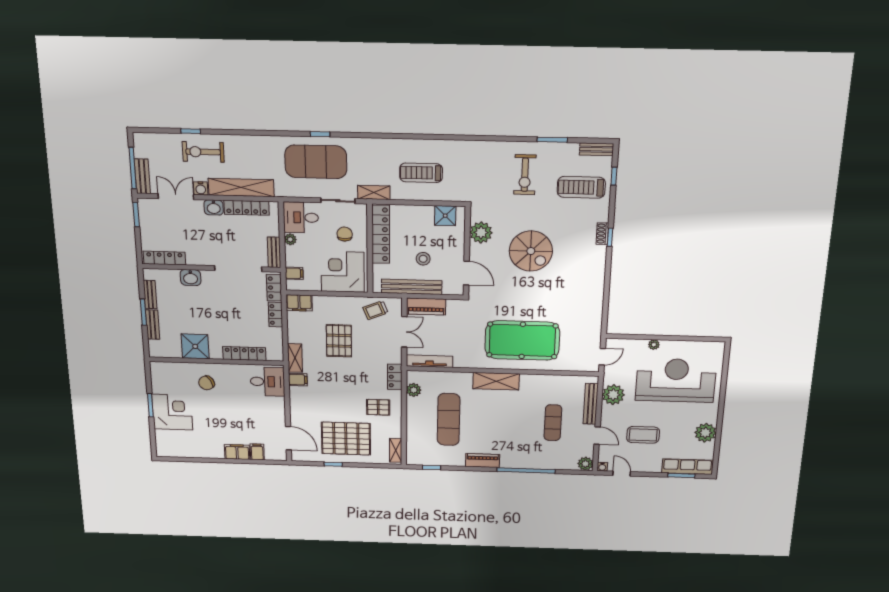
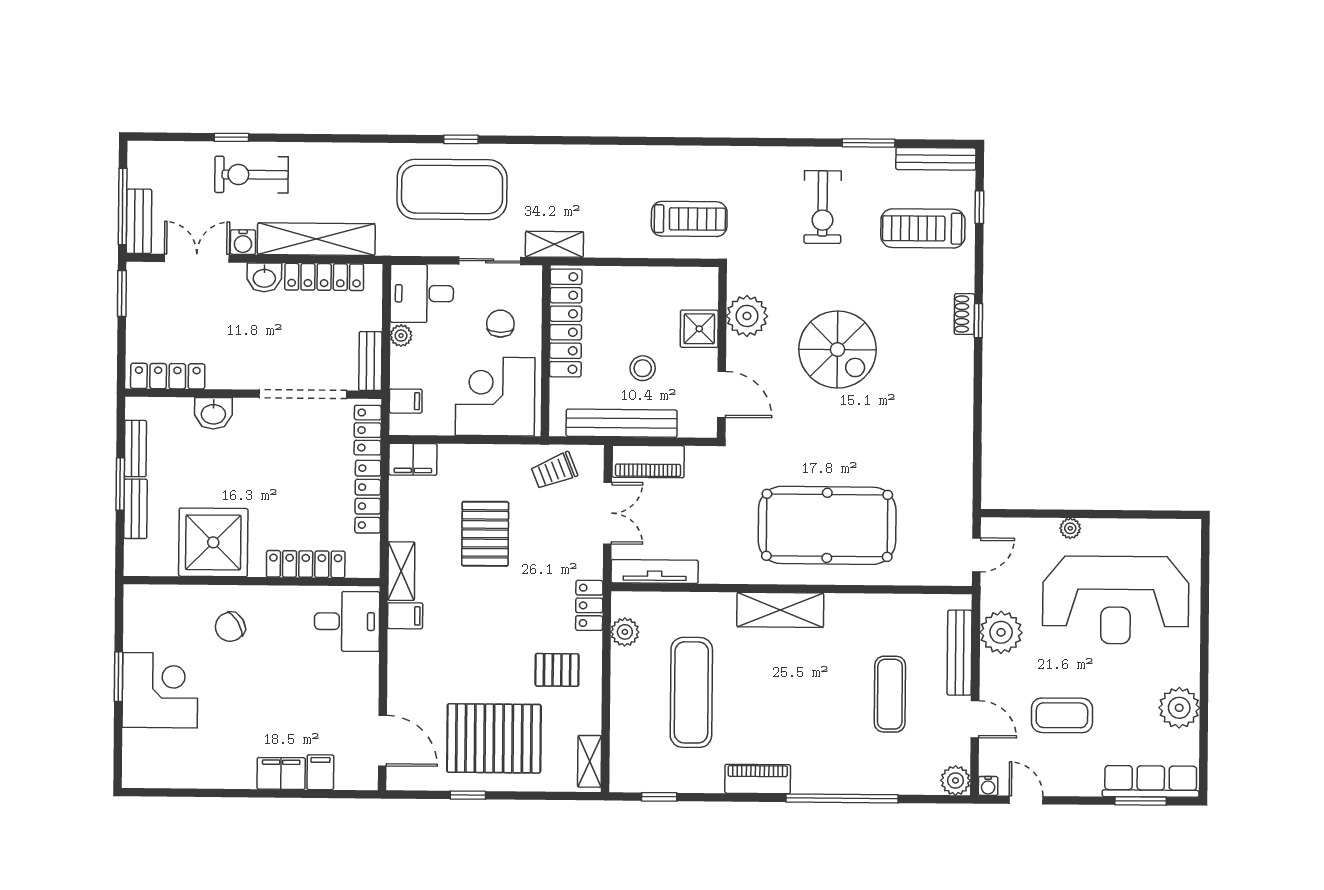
bench: (597, 149) -> (936, 159), width x1.36
treadmill: (421, 173) -> (689, 219), moved, turned 180
shower: (445, 216) -> (699, 329), moved
locker: (275, 315) -> (368, 497), width x1.53
shower: (195, 346) -> (213, 542), width x1.37, depth x1.37
reception desk: (676, 380) -> (1116, 600), turned 180

